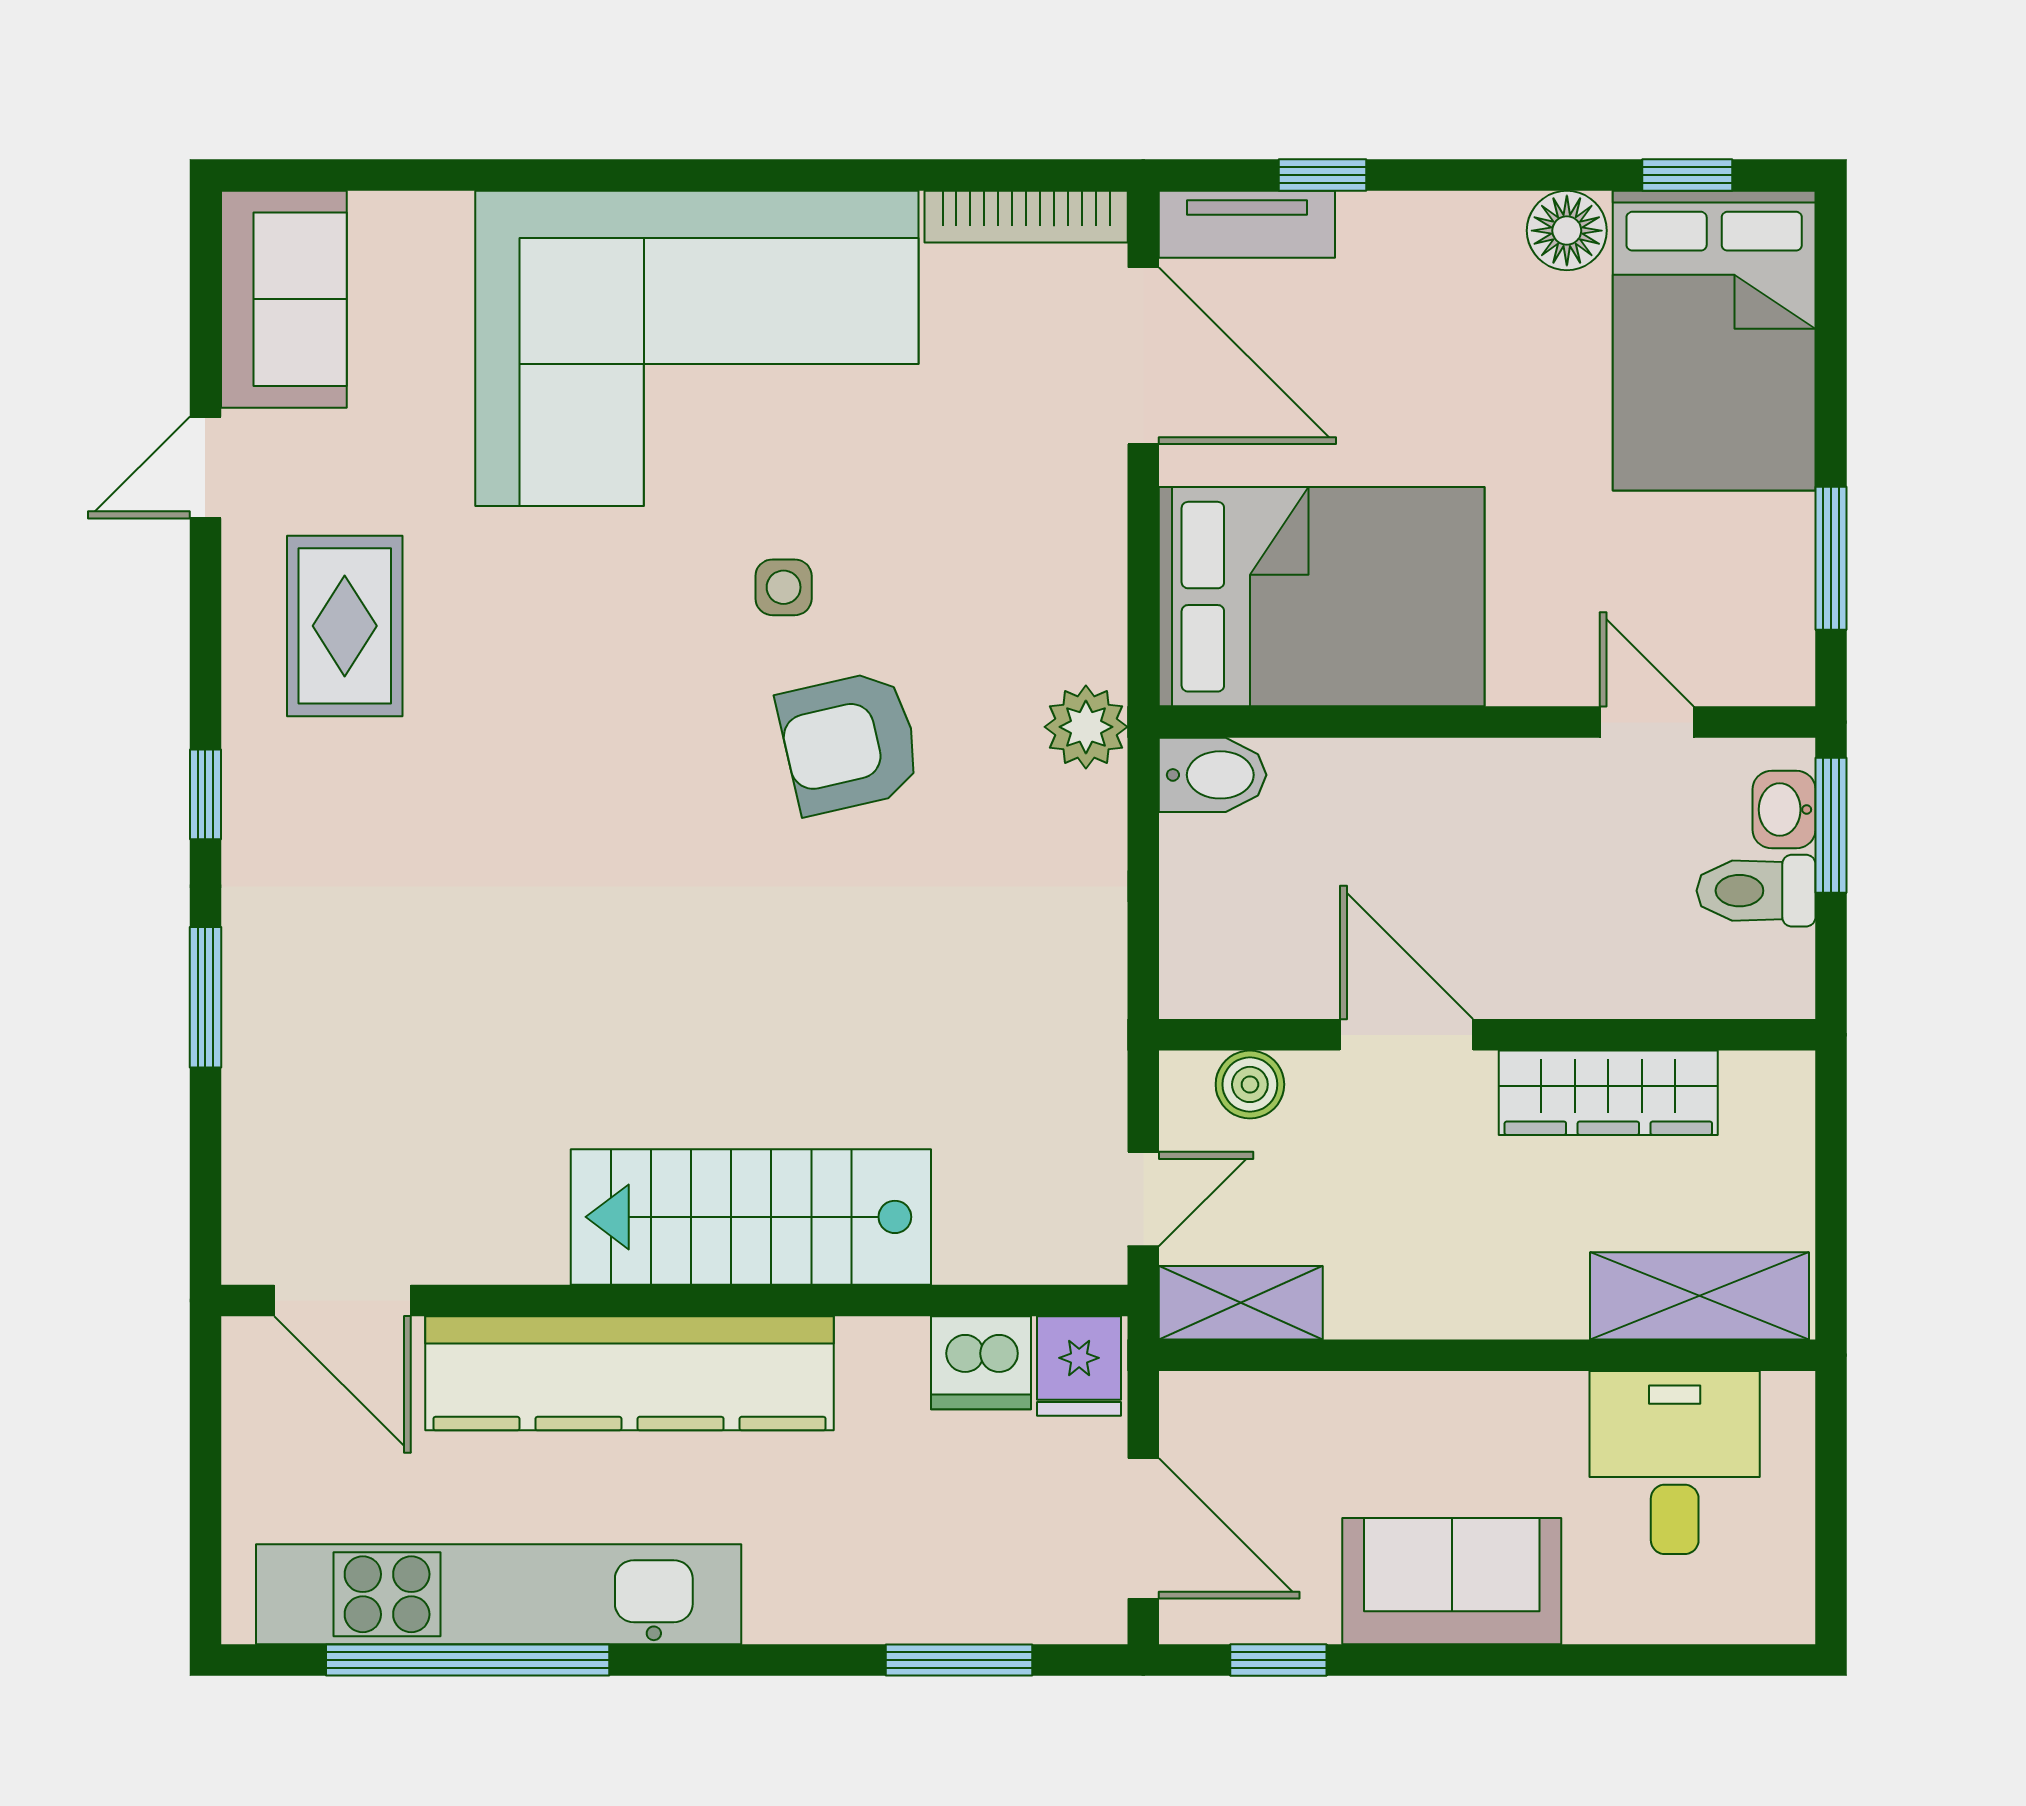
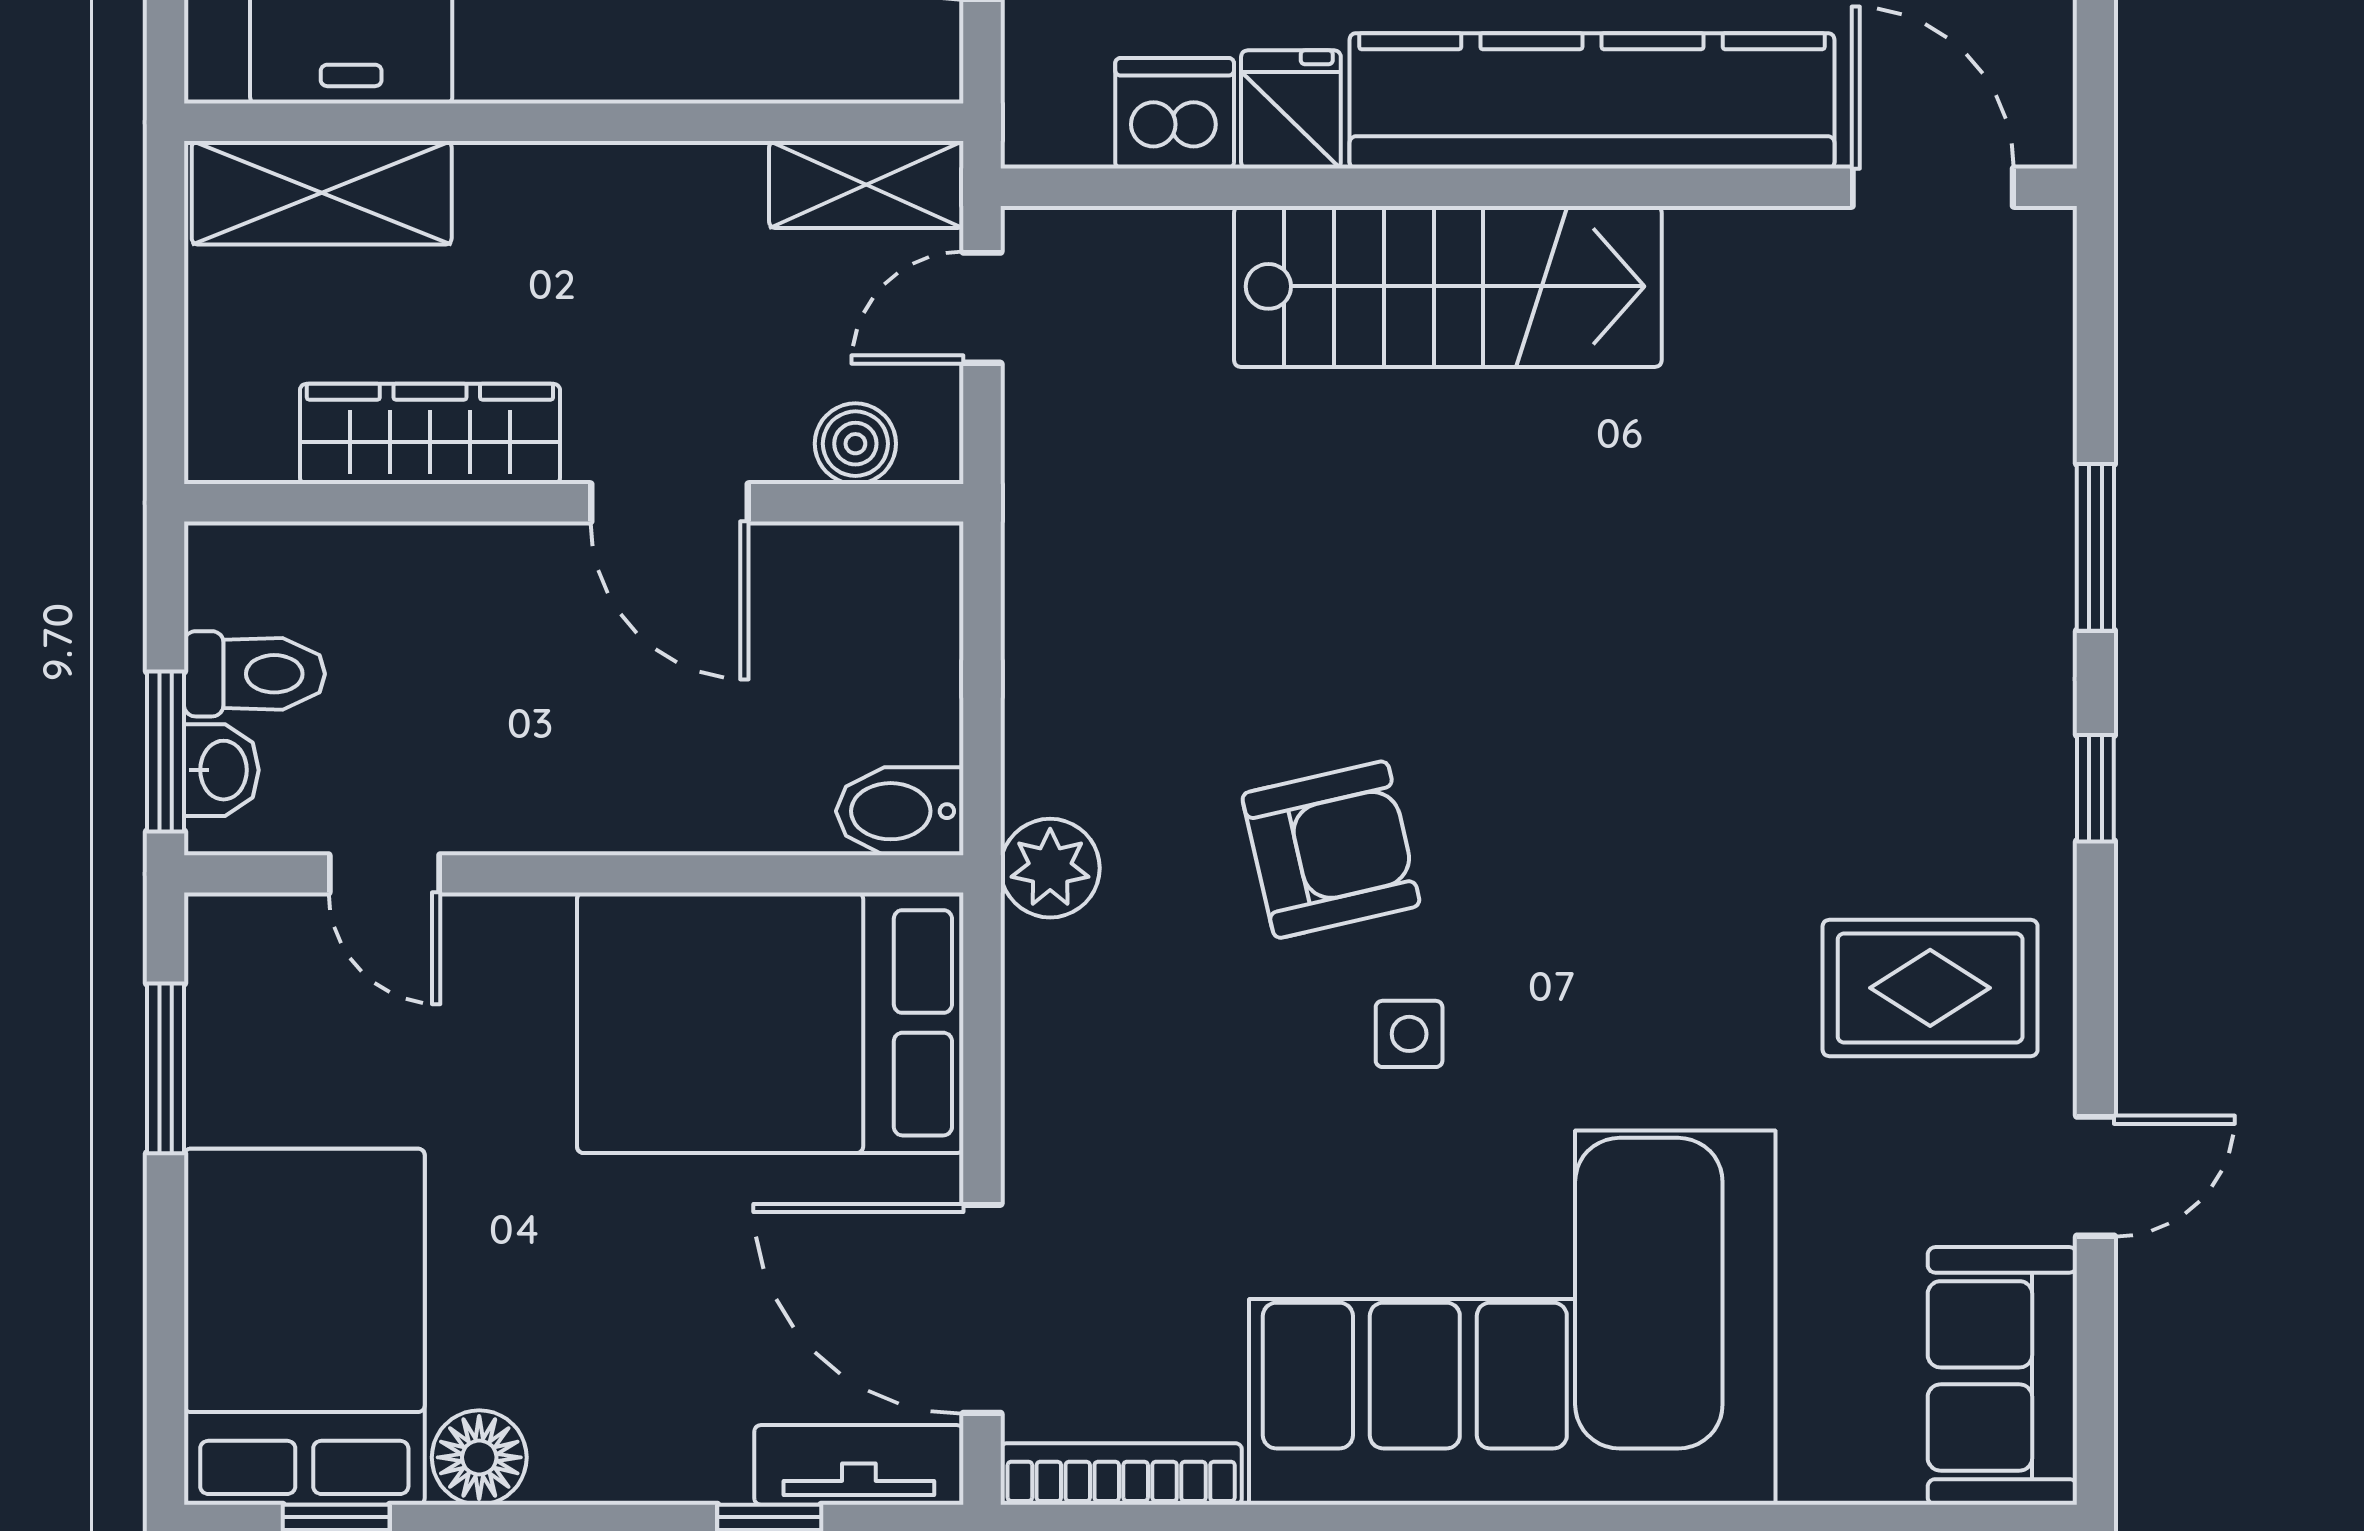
rug: (345, 626) -> (1930, 988), turned 90
fridge: (1079, 1366) -> (1291, 109), moved

